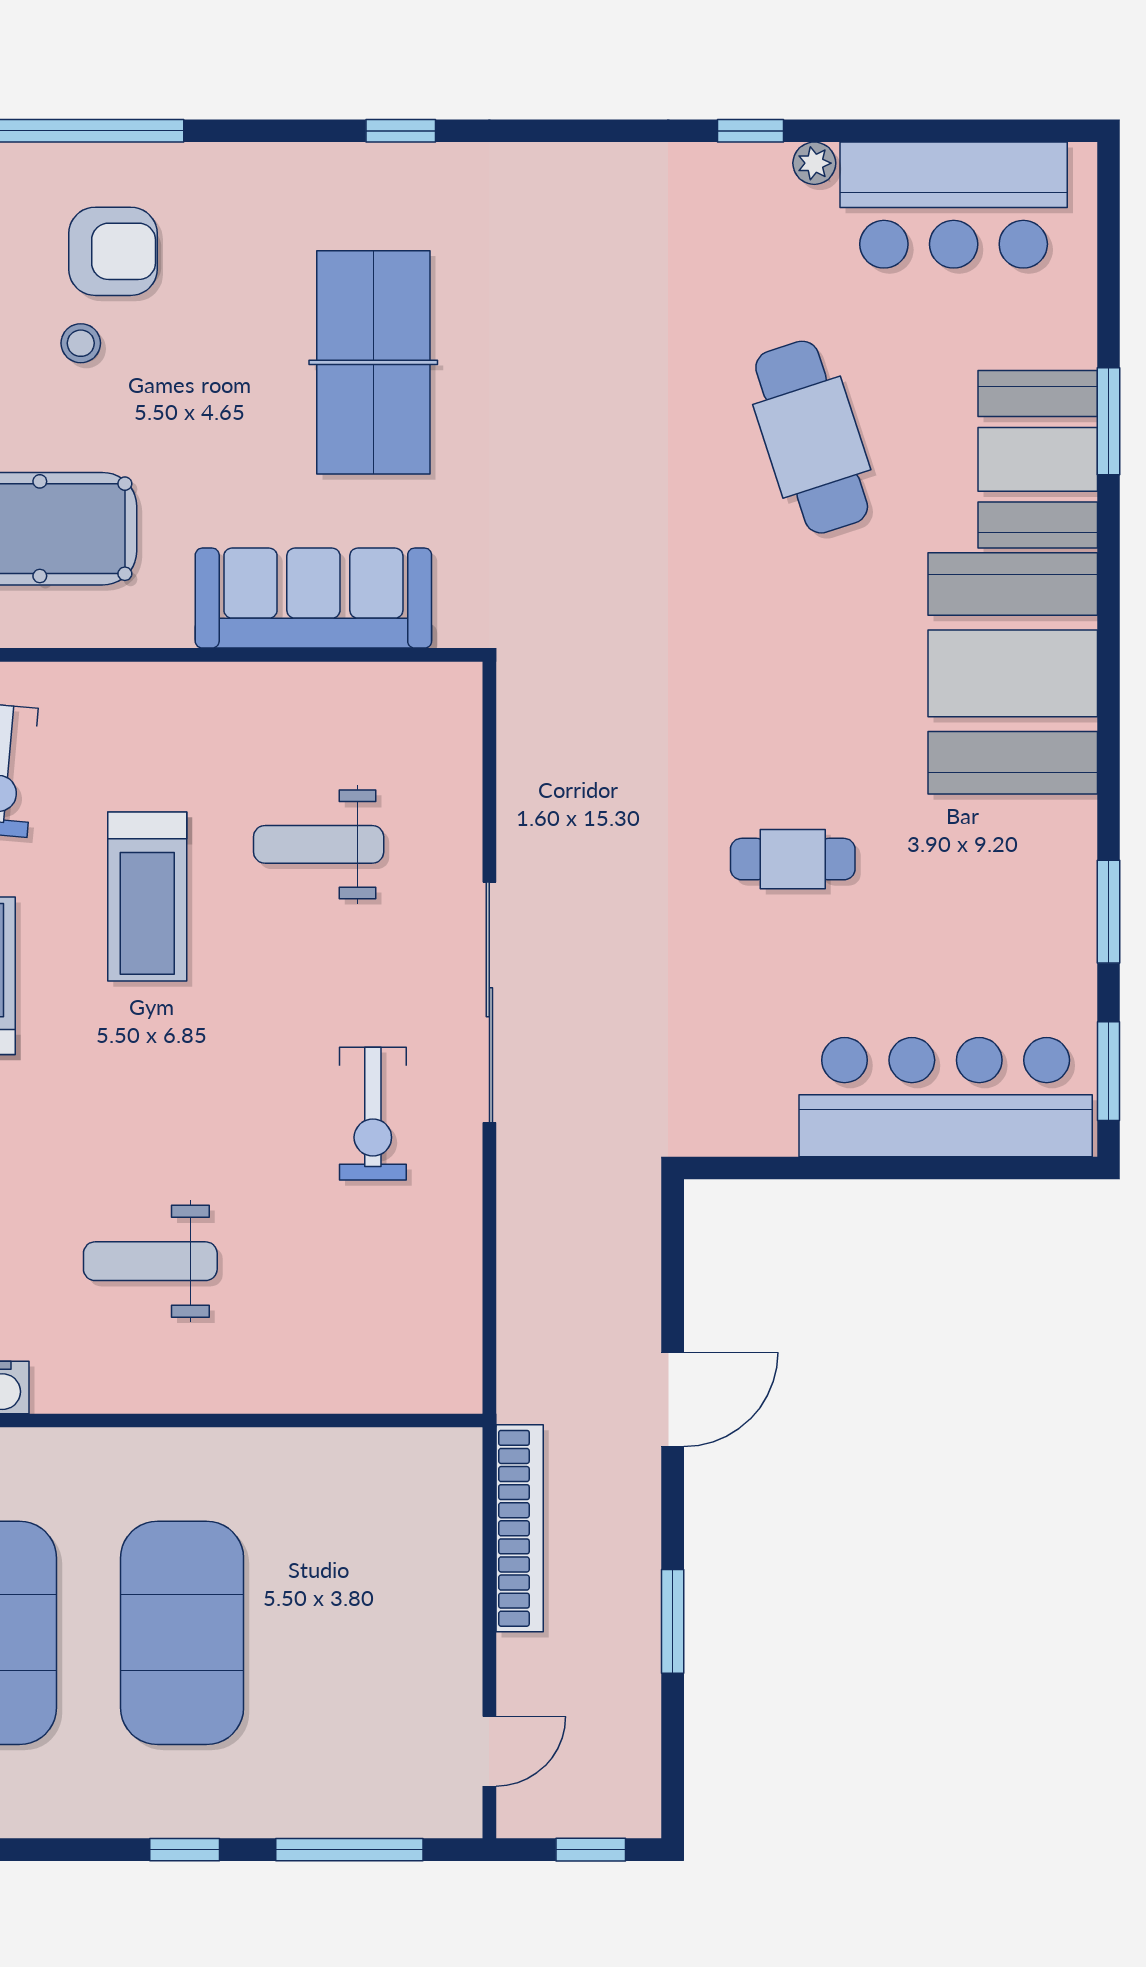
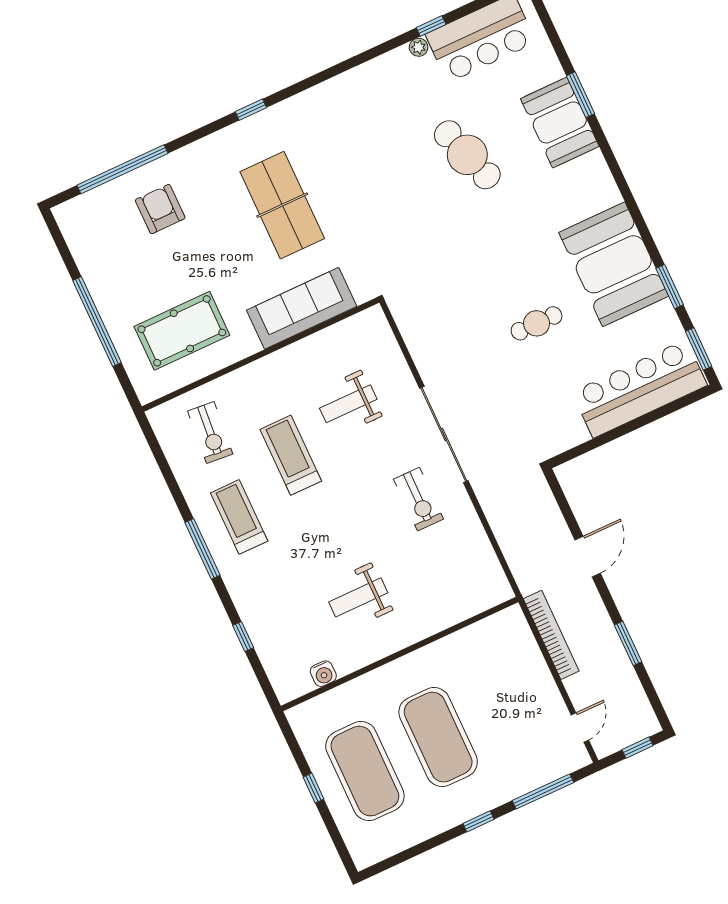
window: (751, 131) -> (431, 26), moved
armchair: (113, 251) -> (160, 209), turned -90
stool: (81, 343) -> (164, 251), removed
booth: (1013, 673) -> (614, 264), moved
treadmill: (147, 896) -> (291, 455), turned 180

